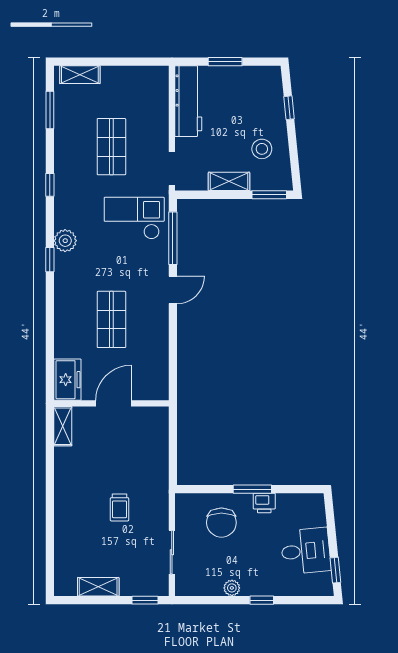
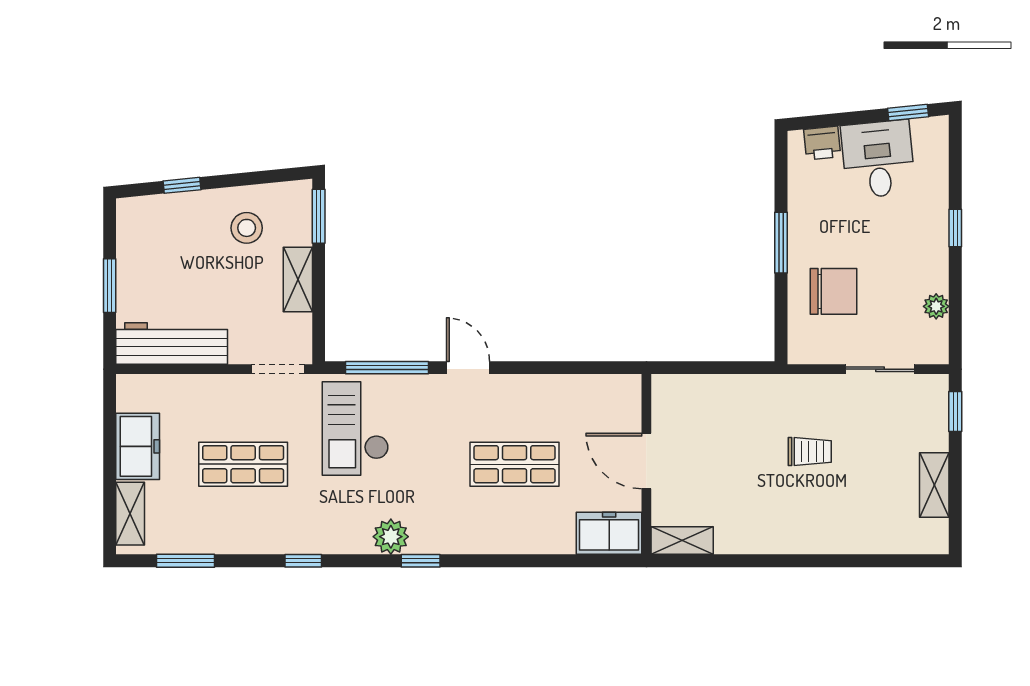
freezer: (123, 79) -> (138, 446), added
printer: (264, 503) -> (822, 143), moved, turned 84
plant: (232, 588) -> (936, 306), moved

